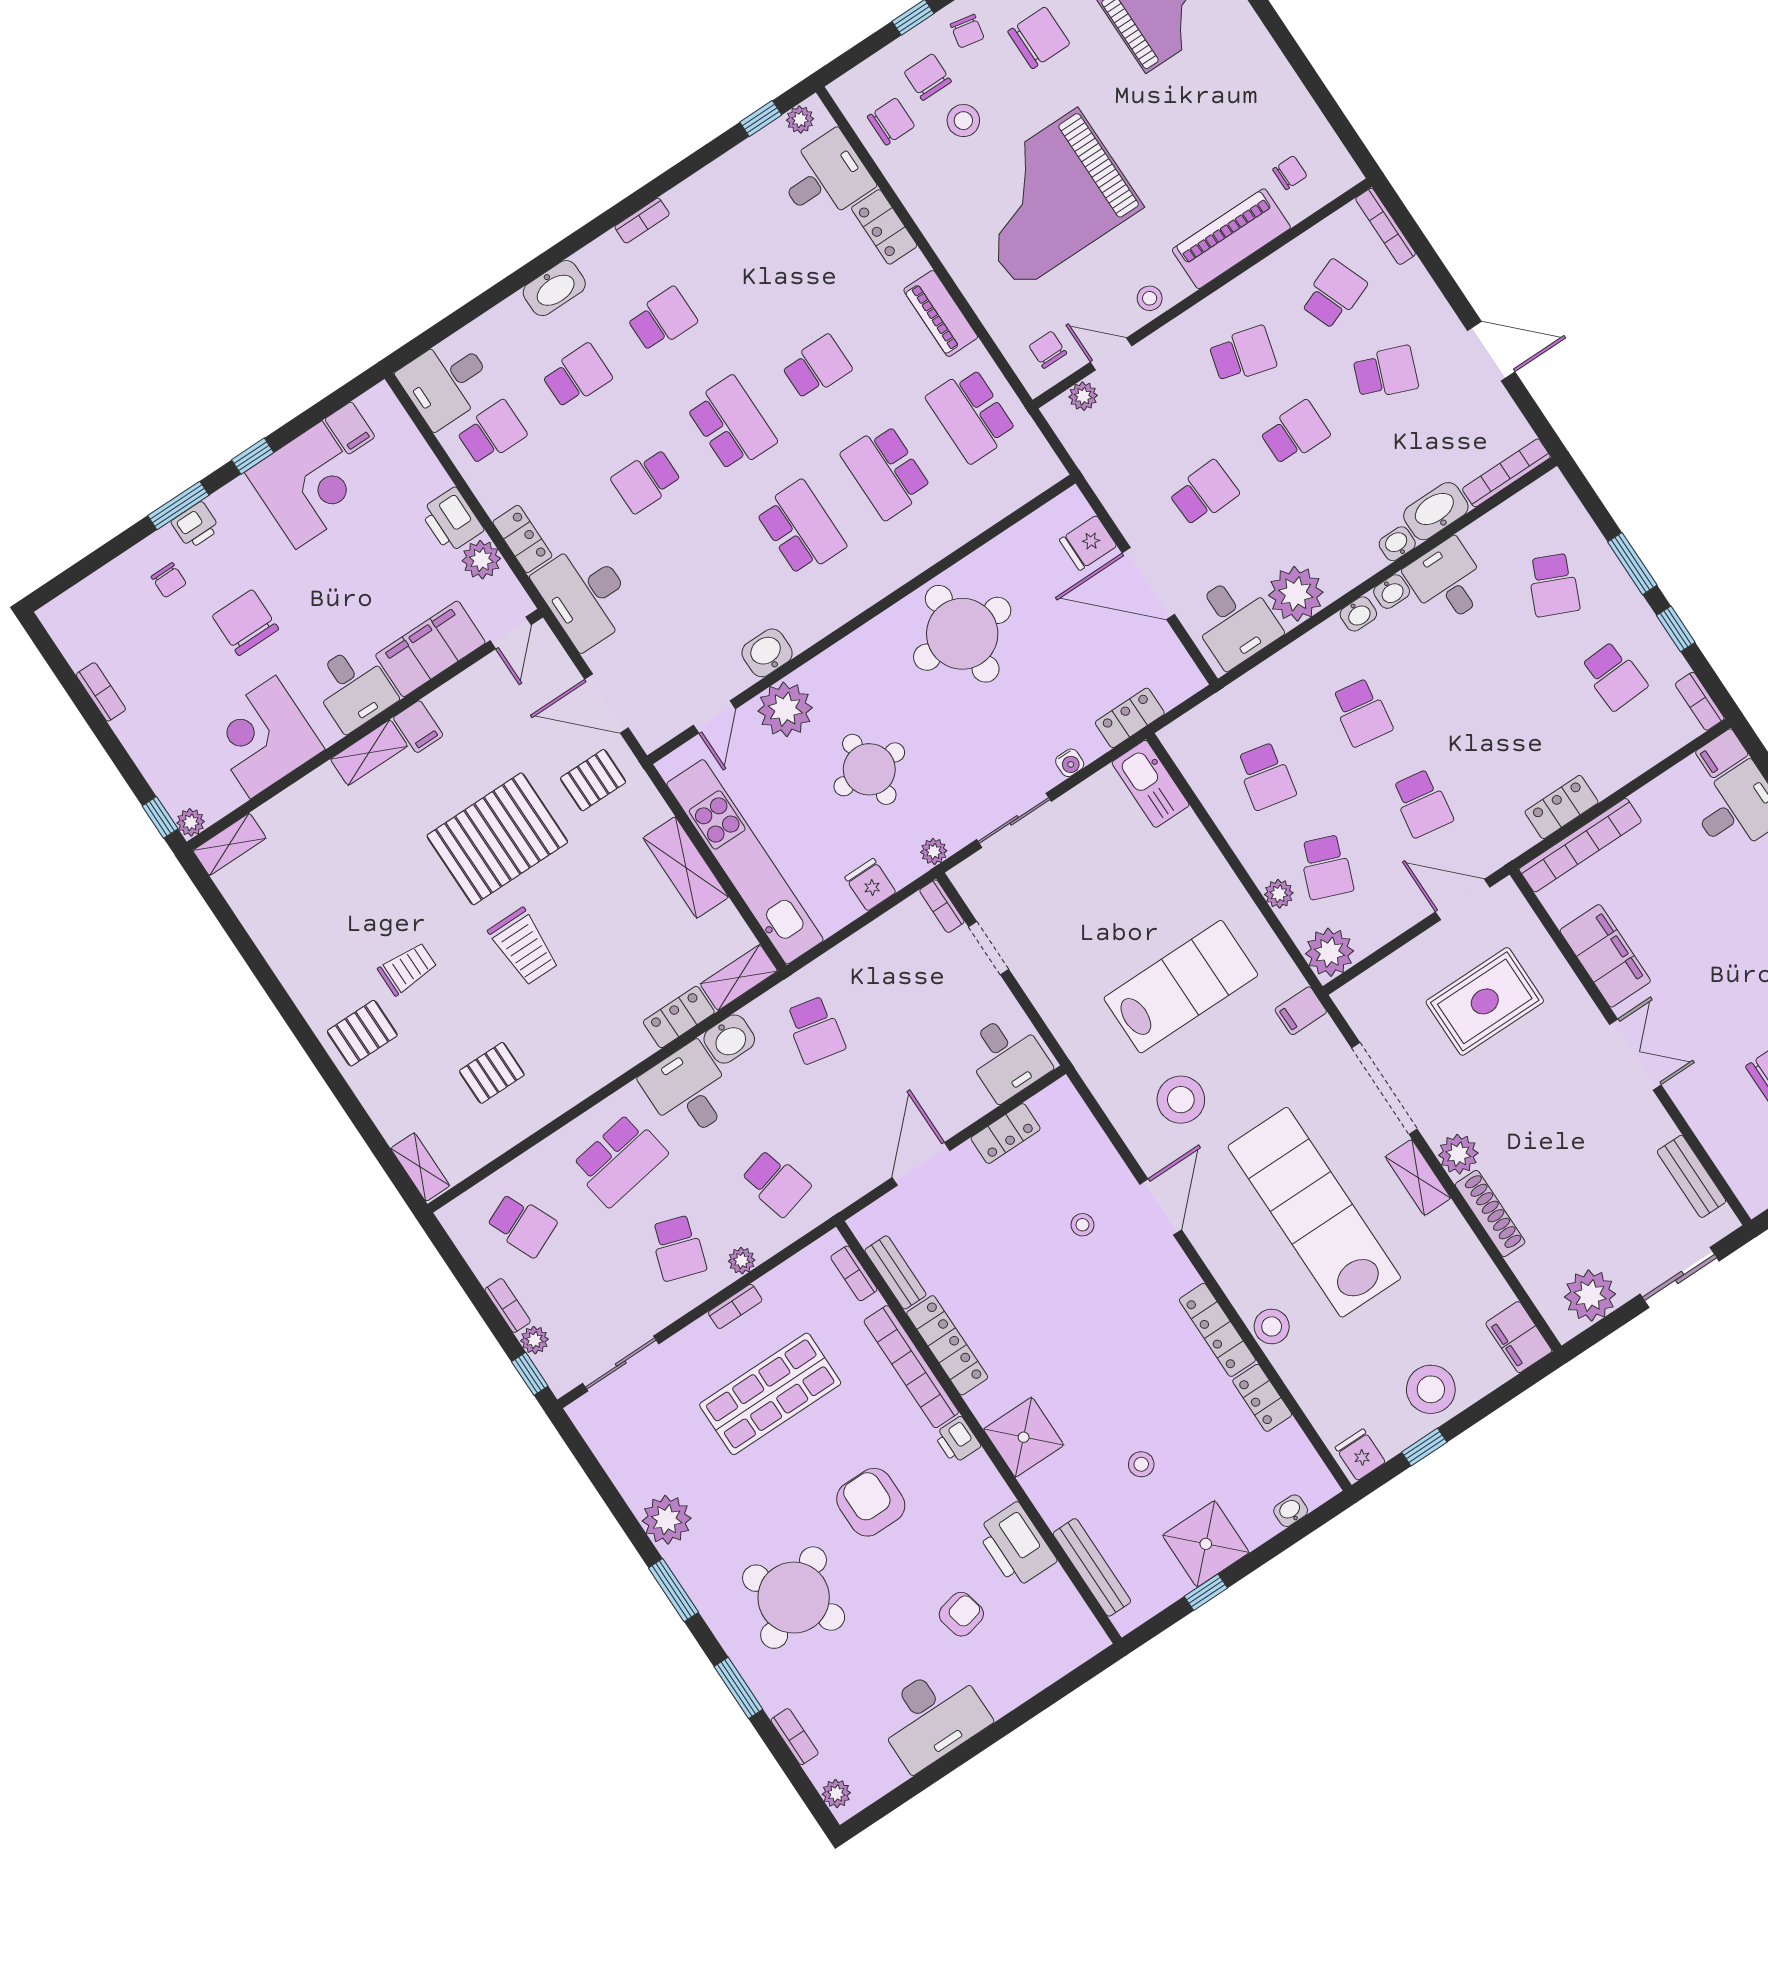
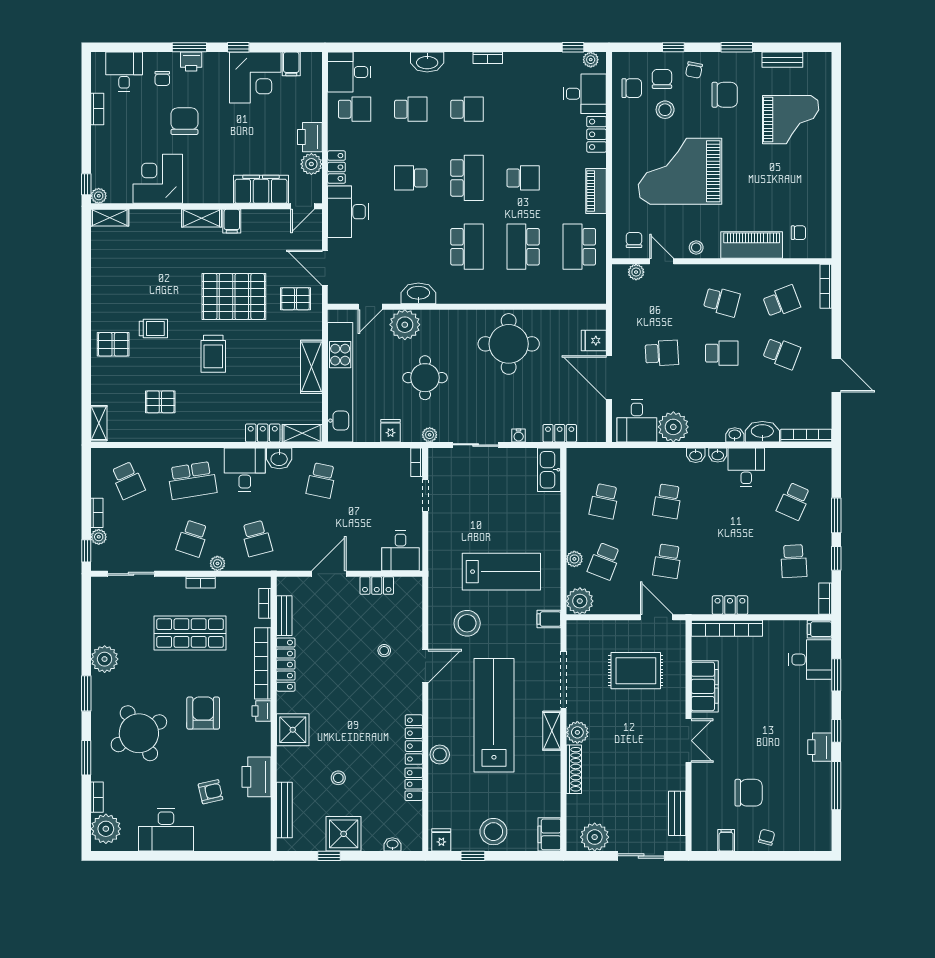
washbasin: (767, 653) -> (418, 293), width x1.38
desk: (353, 688) -> (124, 72), moved, turned 180
plant: (836, 1793) -> (106, 829), width x1.87, depth x1.87

